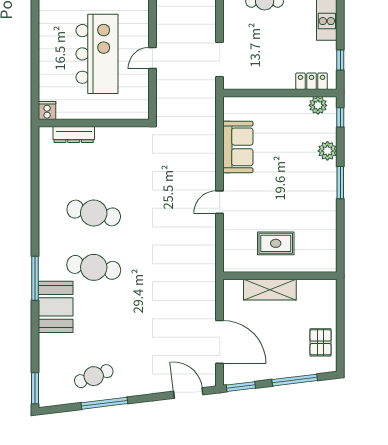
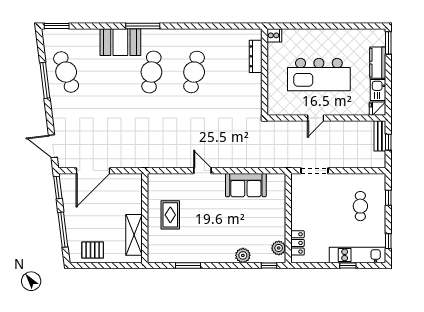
door: (152, 58) -> (316, 118), swing flipped
window: (340, 60) -> (348, 265), moved
window: (340, 183) -> (188, 265), moved
shelving: (270, 290) -> (134, 235), moved
cafe table: (94, 376) -> (66, 72), width x1.37, depth x1.35
door: (188, 393) -> (53, 146), swing flipped

